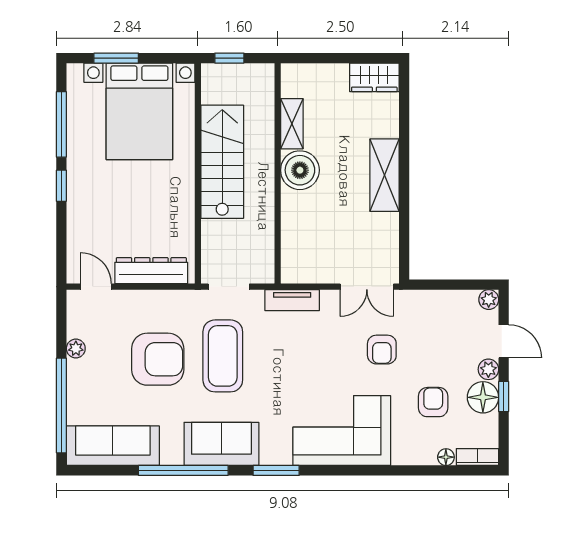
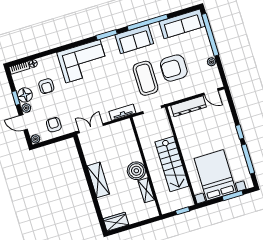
armchair: (382, 350) -> (54, 125), moved

